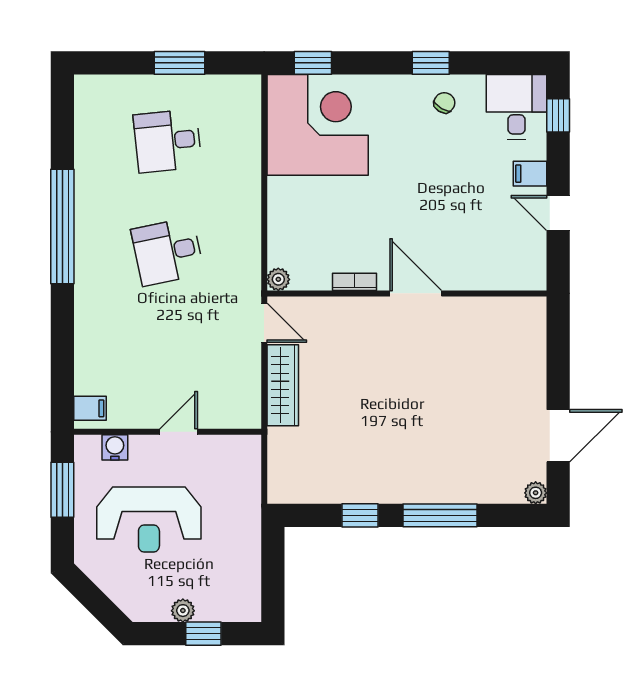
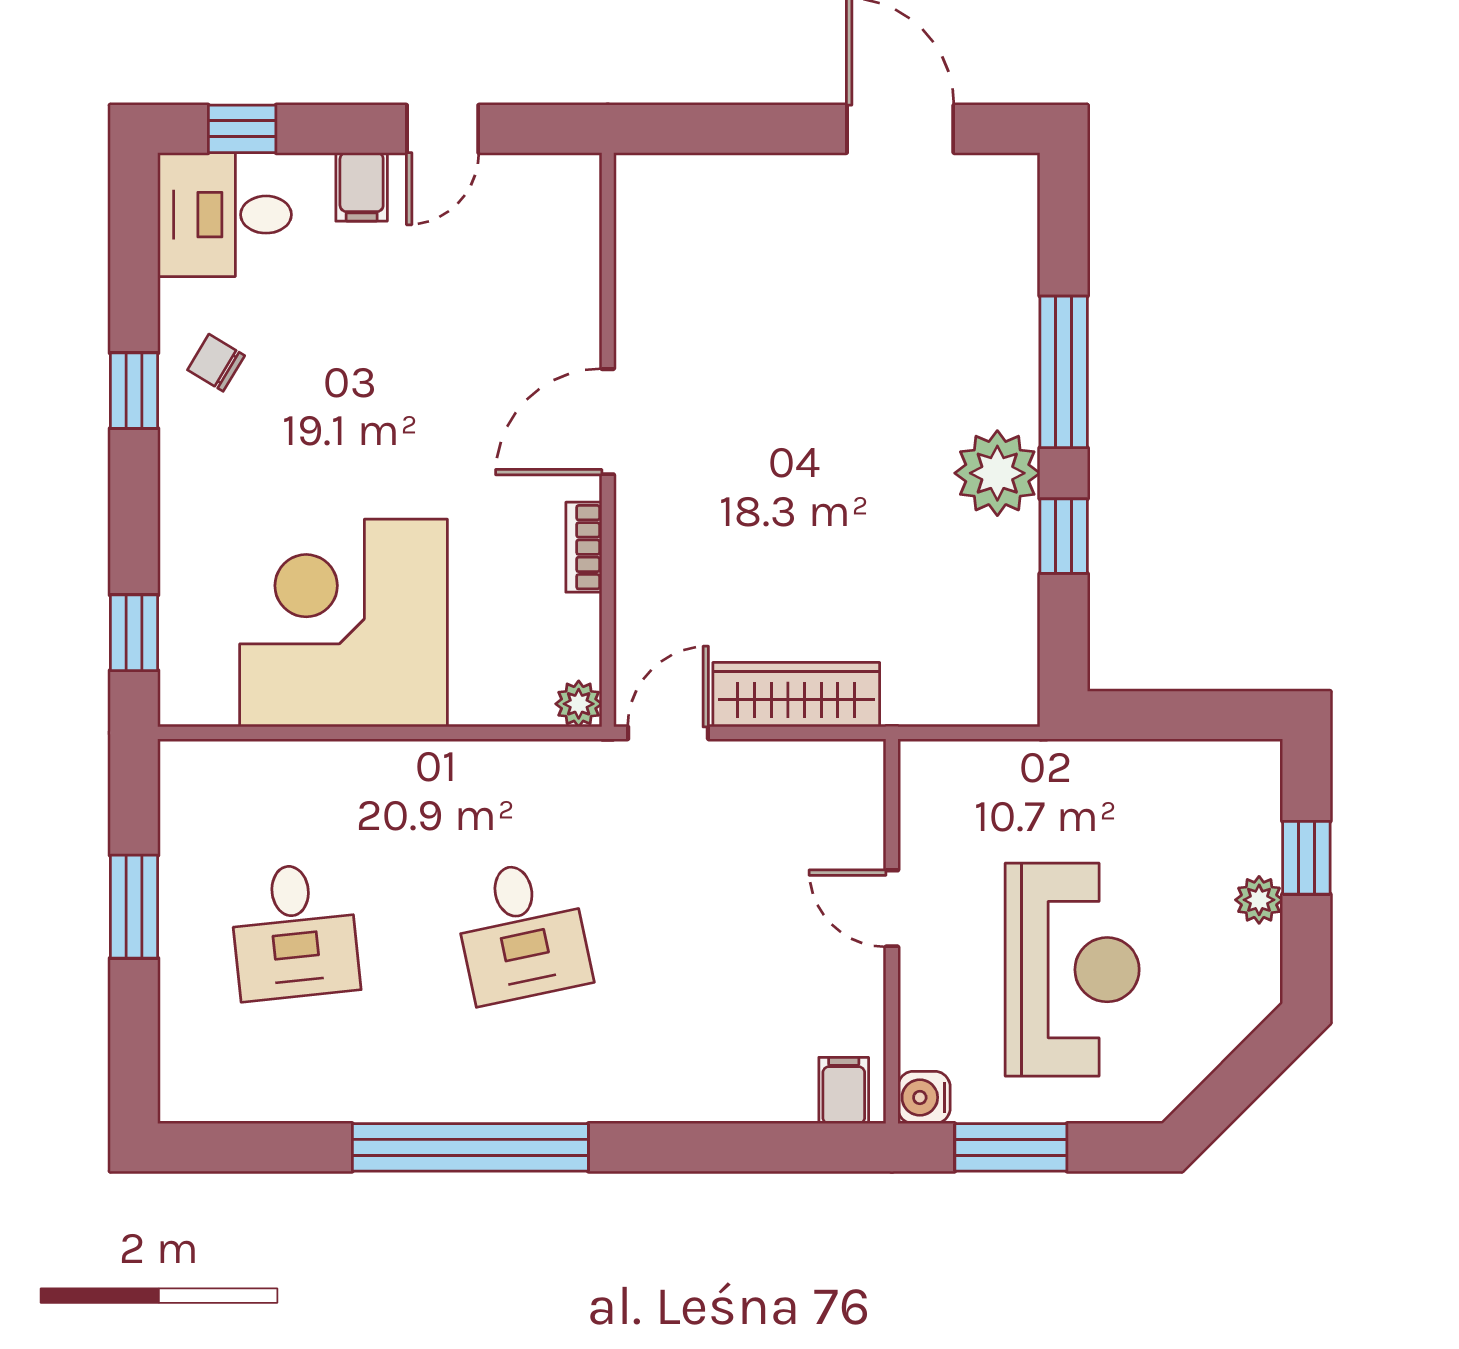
corner desk: (318, 125) -> (344, 623), moved
water cooler: (115, 447) -> (924, 1097), moved
plant: (536, 493) -> (997, 473), moved, width x1.87, depth x1.87

